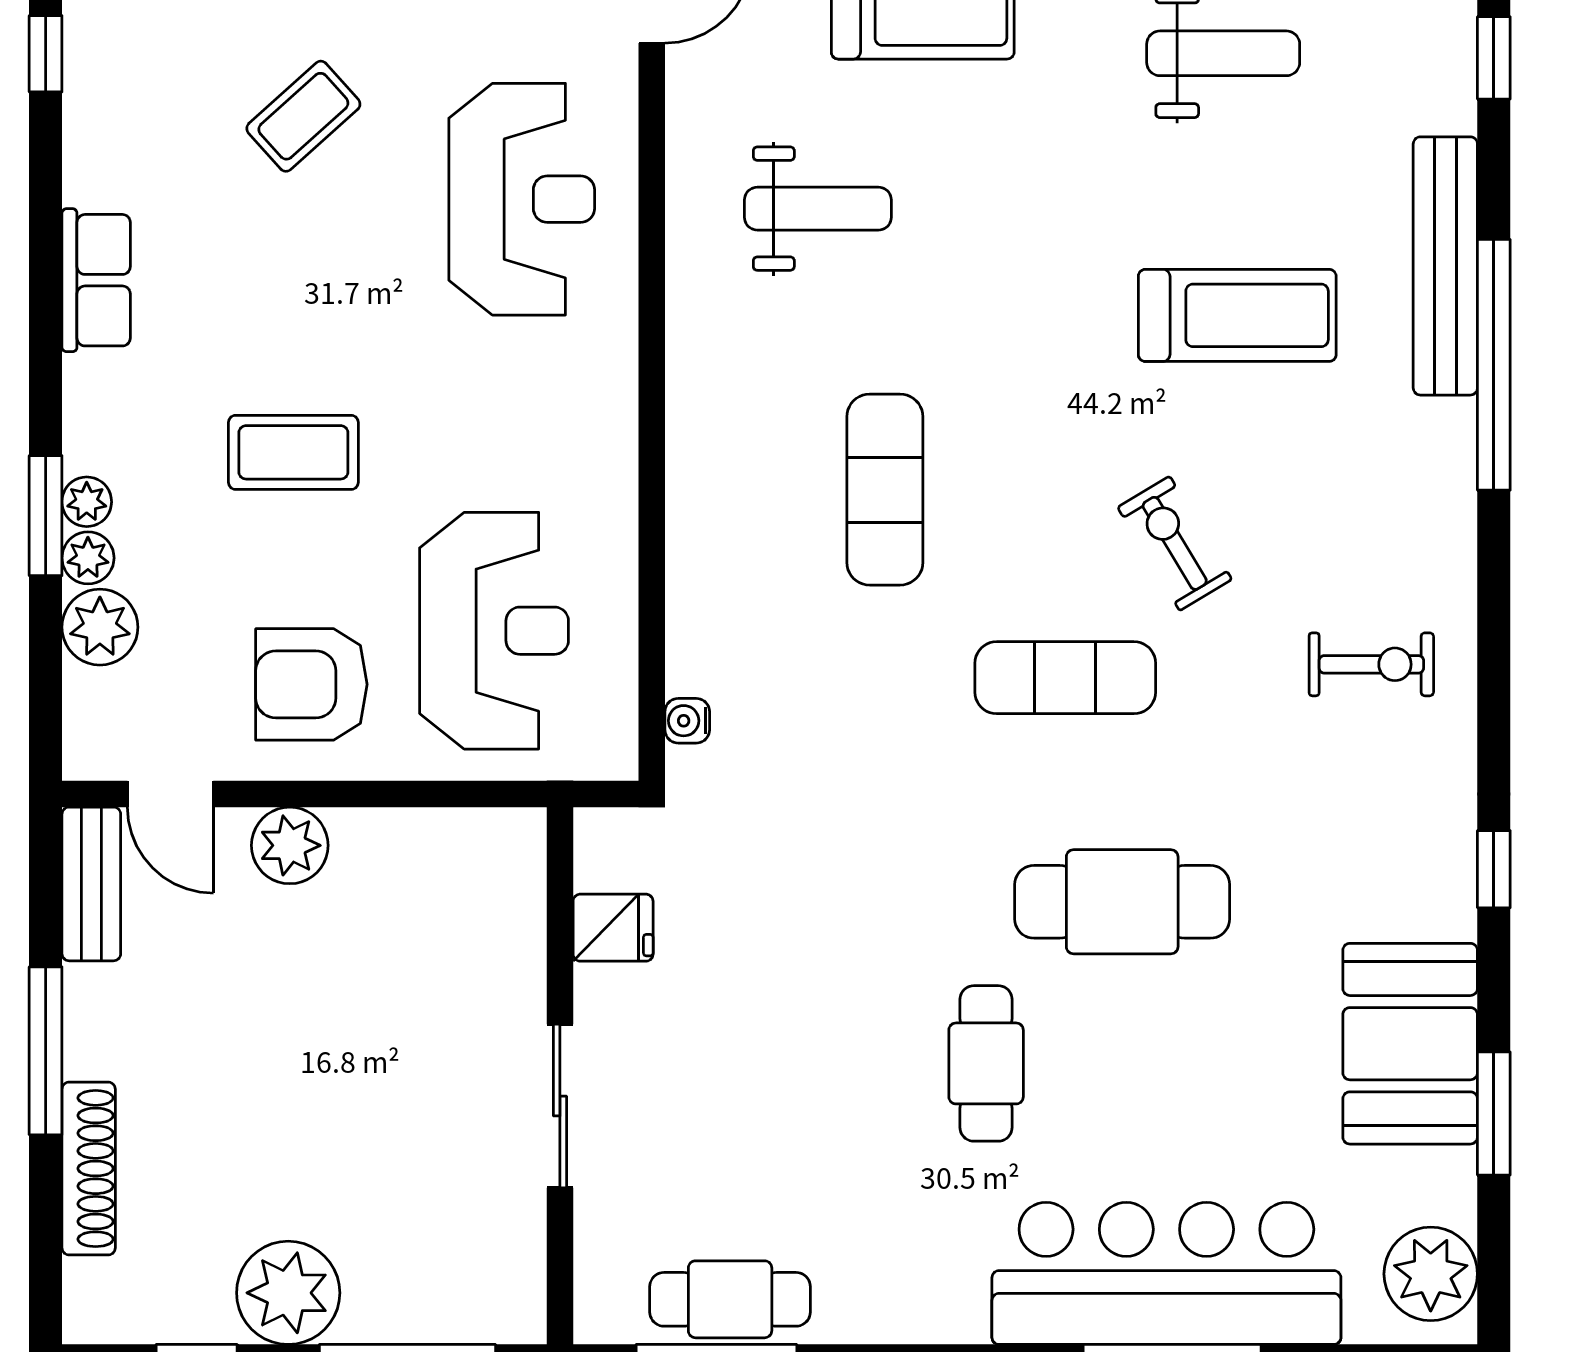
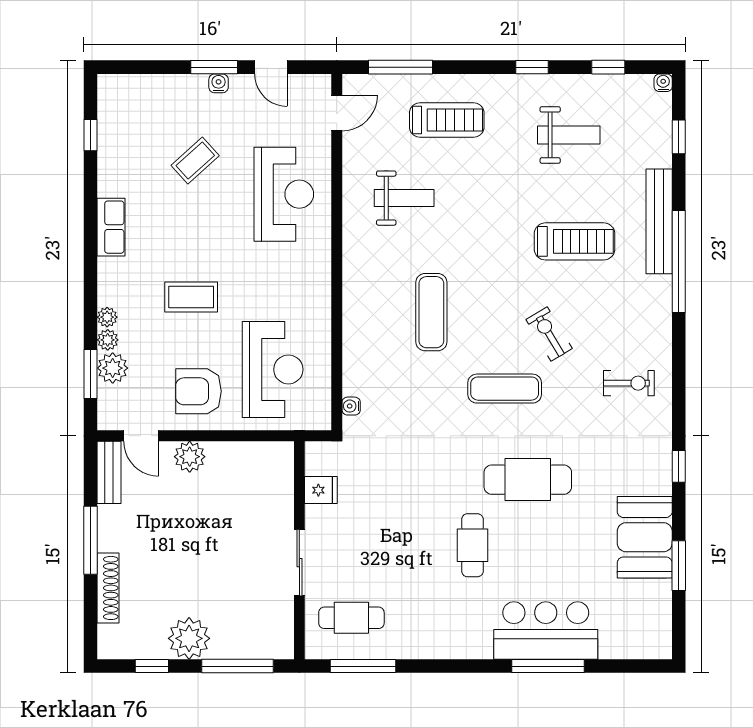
window: (46, 516) -> (90, 374), moved
bar counter: (1166, 1273) -> (546, 631), width x0.73
plant: (1431, 1274) -> (653, 631), removed
cafe table: (730, 1299) -> (351, 618), moved

